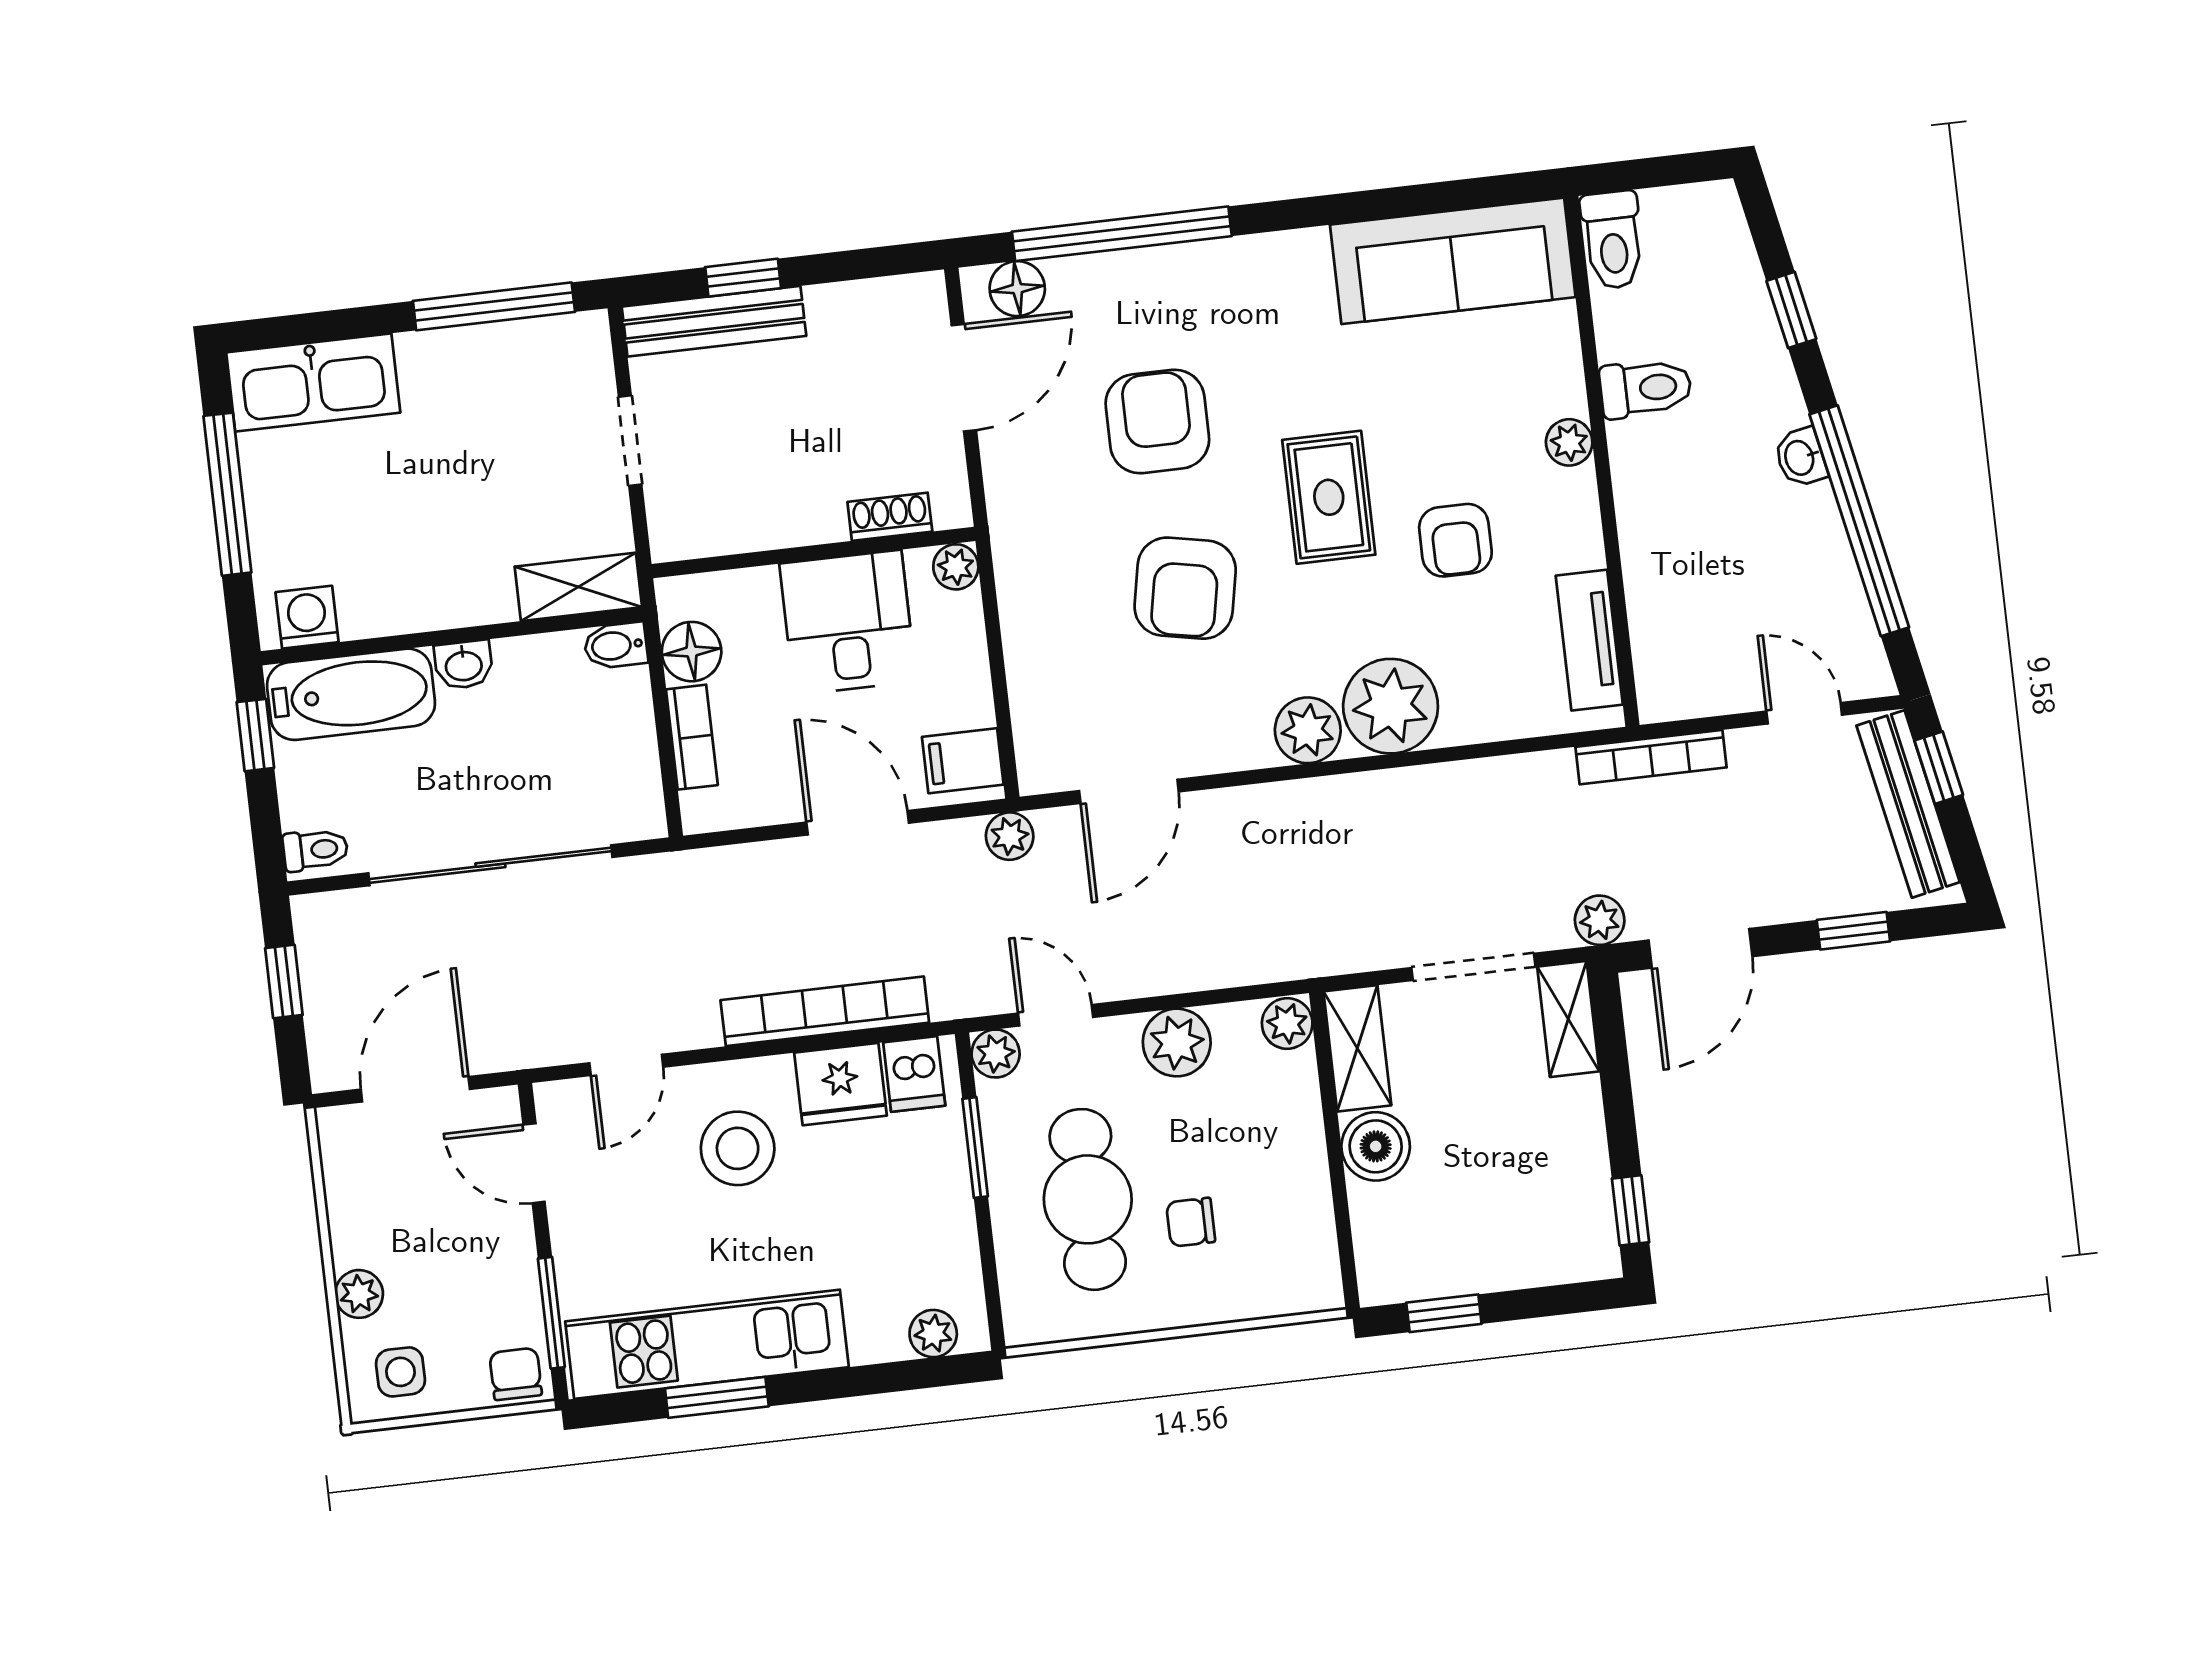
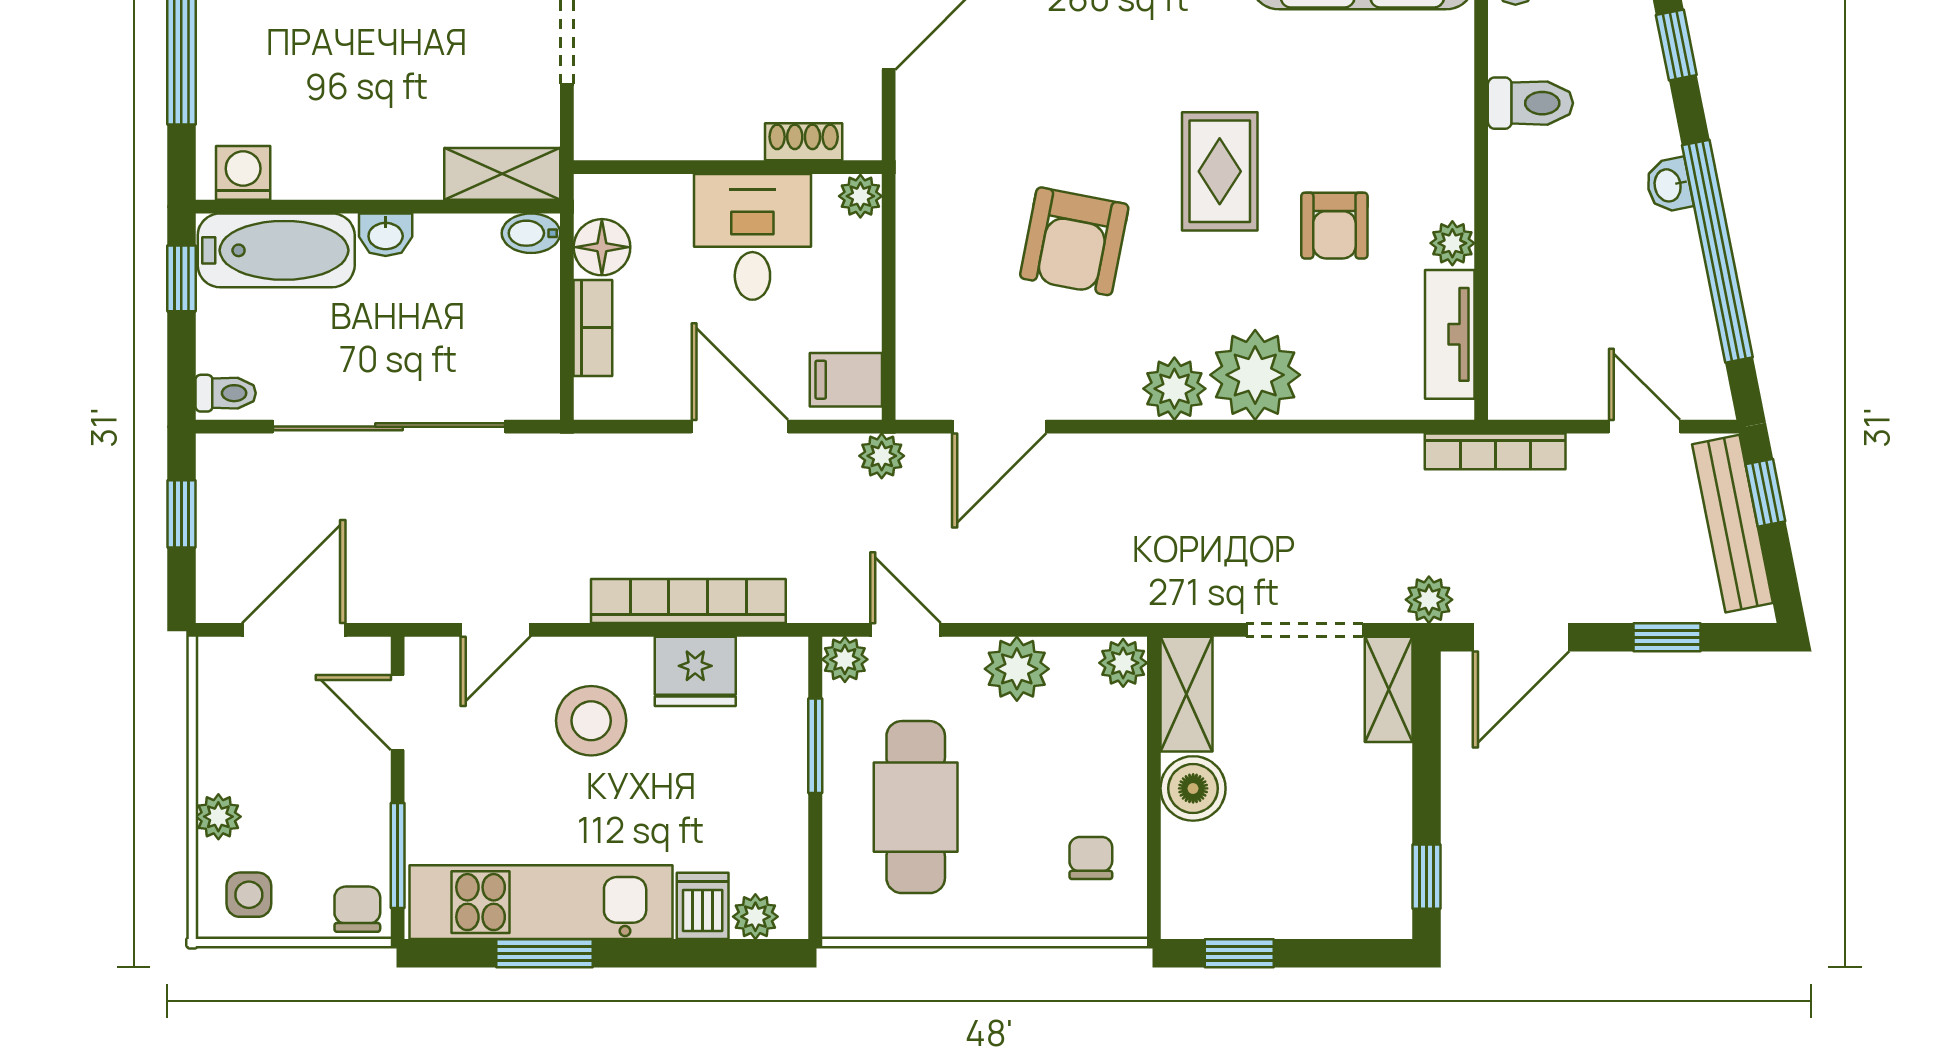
armchair: (1157, 421) -> (1066, 81), removed
plant: (1569, 442) -> (1452, 243), moved
dishwasher: (914, 1074) -> (703, 906), moved, turned 180
chair: (1191, 1222) -> (1091, 858), moved, turned 90

